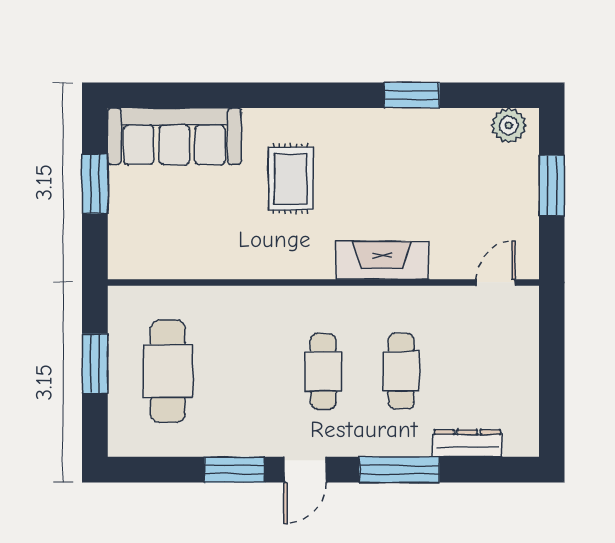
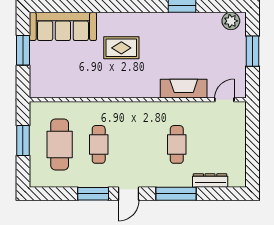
rug: (291, 179) -> (121, 48), turned 90
fireplace: (382, 260) -> (184, 89), moved
cafe table: (323, 371) -> (99, 144), moved

